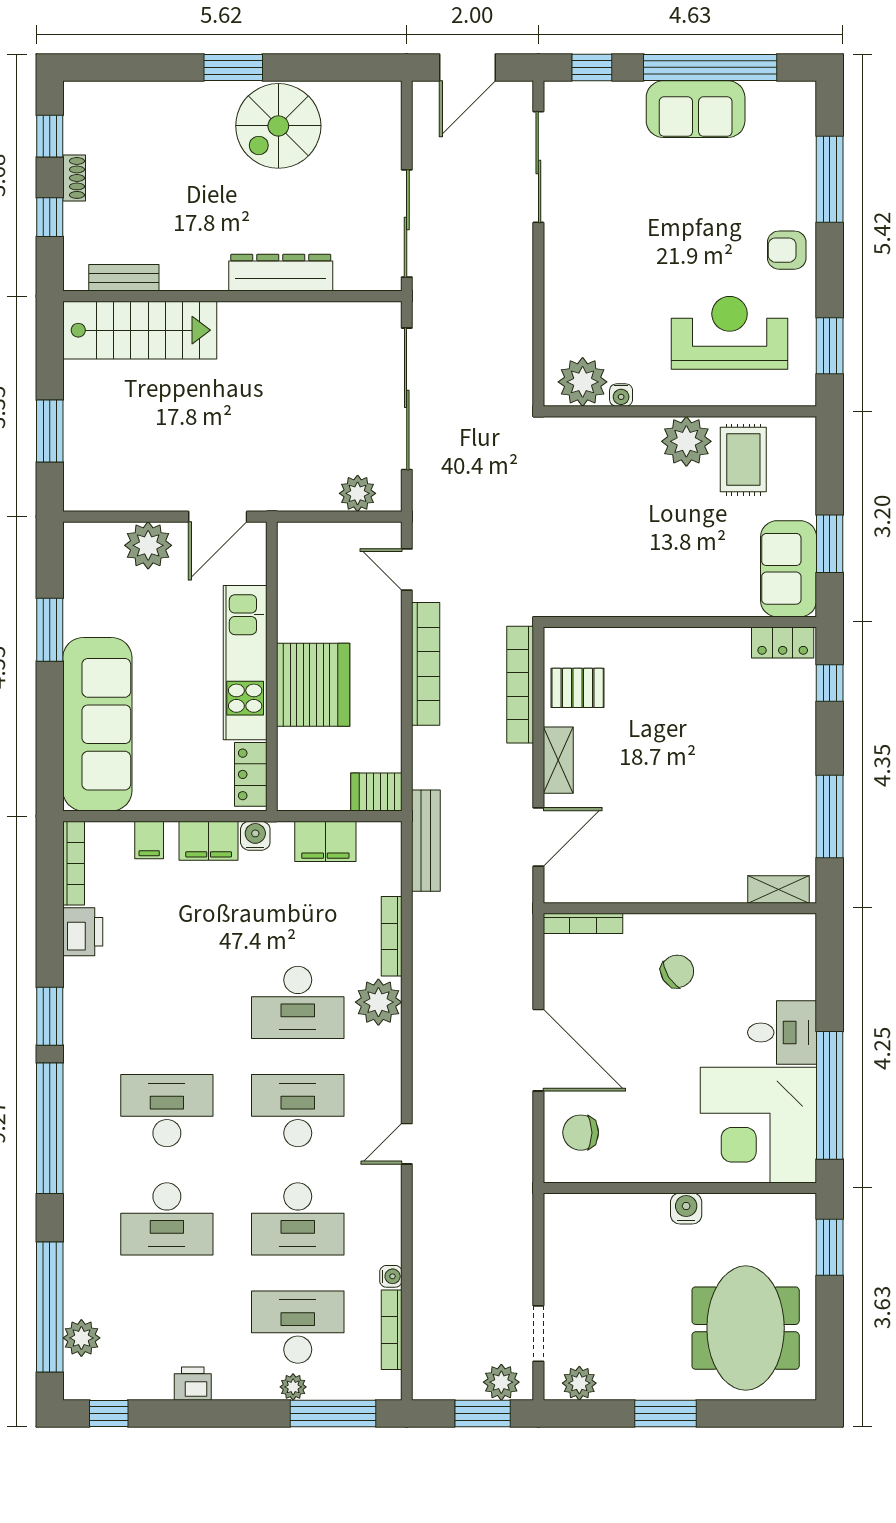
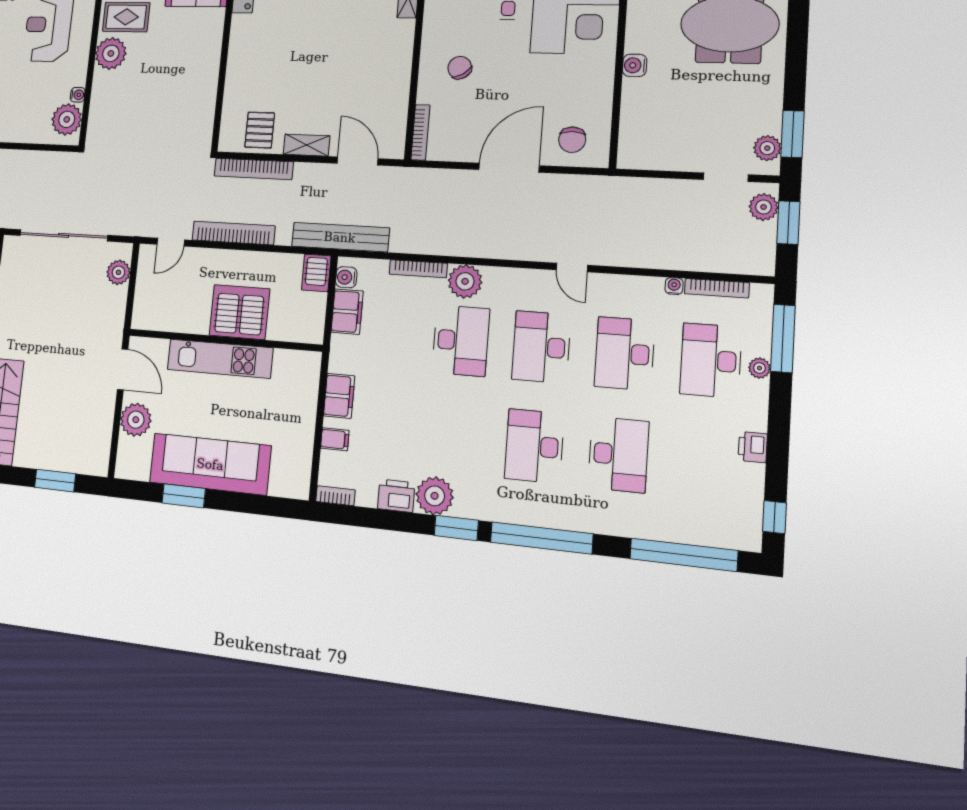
sofa: (97, 724) -> (210, 464), moved
locker: (251, 774) -> (296, 361), removed
water cooler: (255, 836) -> (346, 277), moved
bench: (426, 841) -> (340, 237), width x1.37, depth x1.21
bookcase: (74, 863) -> (335, 496), width x0.64
desk: (298, 1219) -> (625, 354), turned 180
plant: (81, 1338) -> (435, 496), moved, width x1.36, depth x1.36
window: (665, 1413) -> (793, 134), moved

